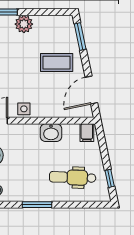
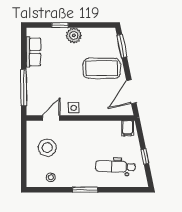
coffee table: (57, 63) -> (102, 68), width x1.36, depth x1.32
washbasin: (51, 133) -> (97, 128), removed
window: (110, 178) -> (145, 157), moved

